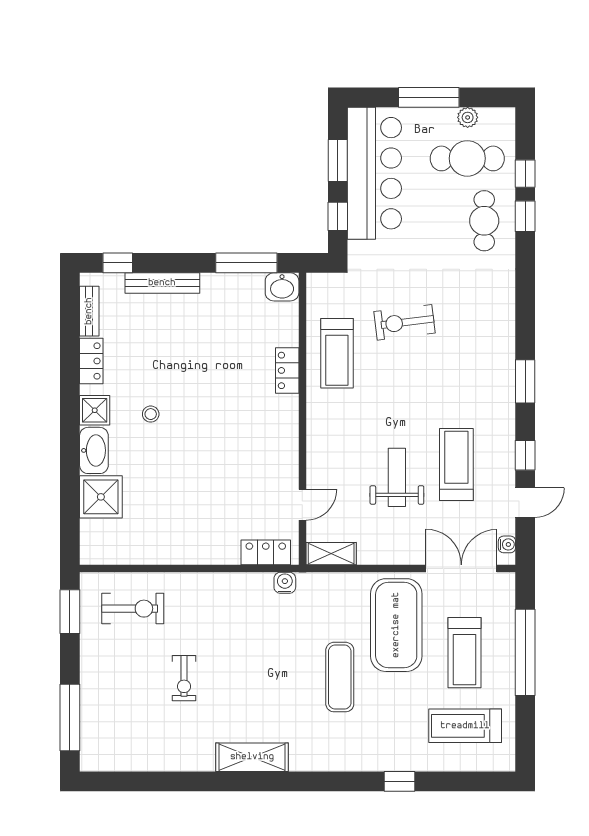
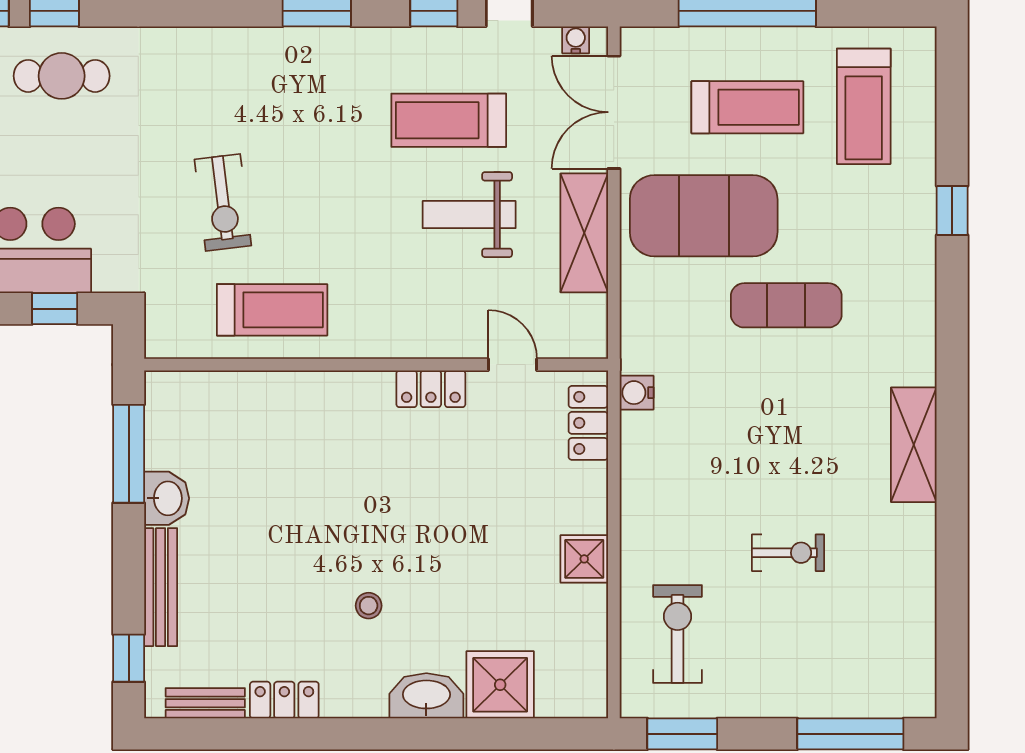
washbasin: (282, 287) -> (167, 498), moved
locker: (287, 370) -> (431, 389), moved
shower: (95, 410) -> (584, 559), moved
shelving: (331, 554) -> (584, 233), moved, width x1.50, depth x1.33

